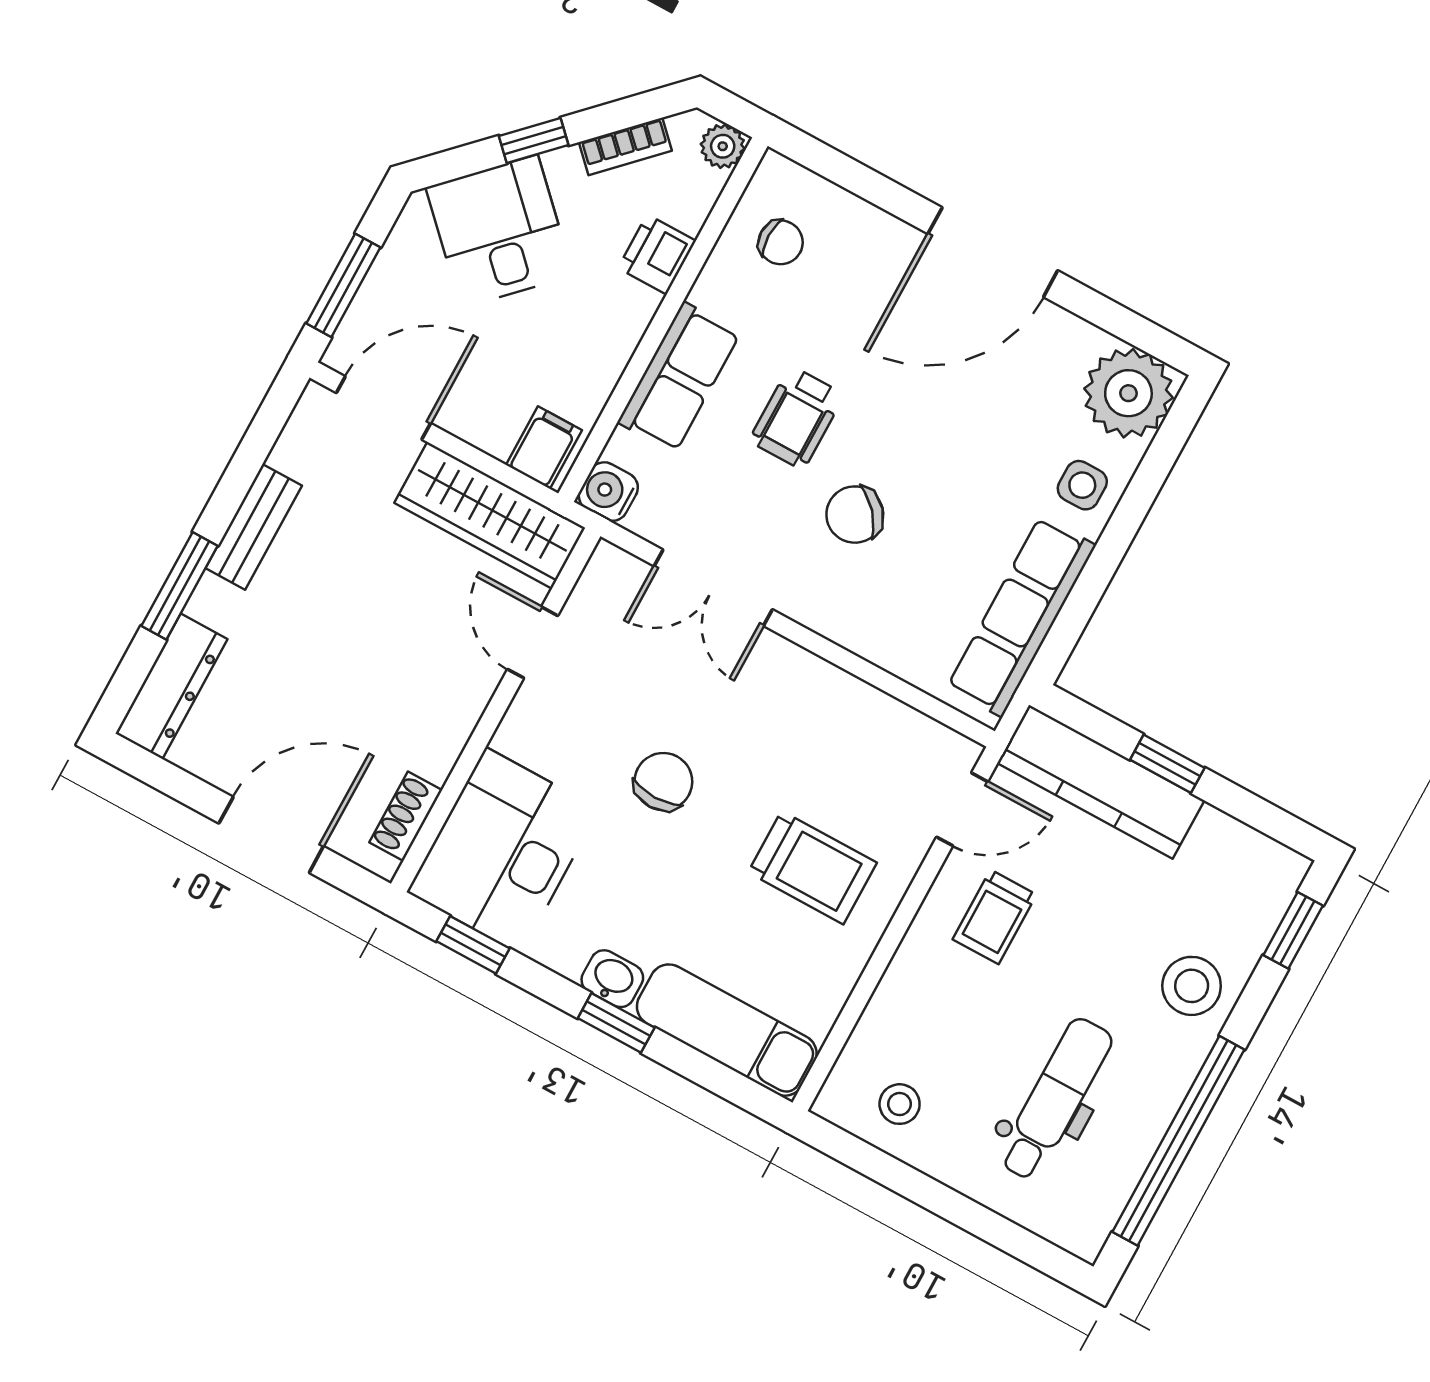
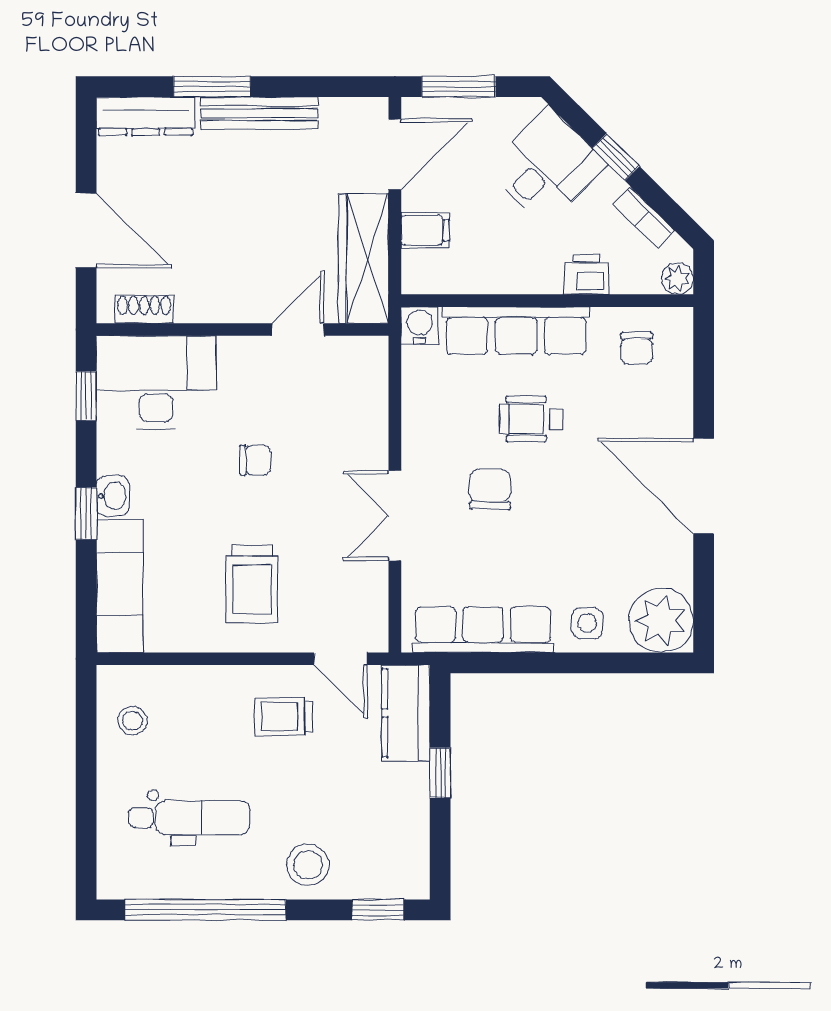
row of seats: (679, 377) -> (516, 331), width x1.48
door: (383, 408) -> (395, 154), hinge flipped
filing cabinet: (544, 448) -> (425, 230), moved
chair: (855, 515) -> (490, 489), turned 41
bench: (254, 527) -> (259, 113), width x1.36
double door: (713, 588) -> (395, 516), moved
chair: (663, 782) -> (255, 460), width x0.73, depth x0.73
kitchen counter: (1101, 782) -> (406, 713), width x0.67

